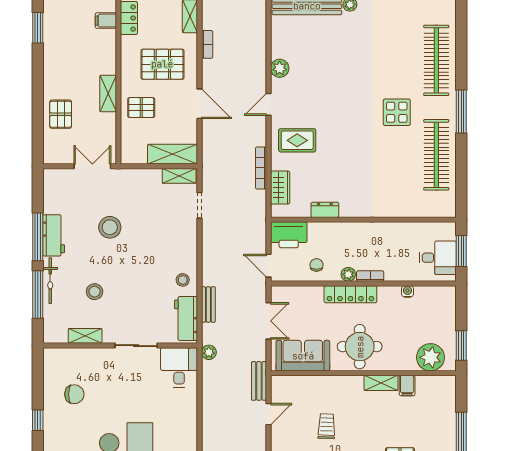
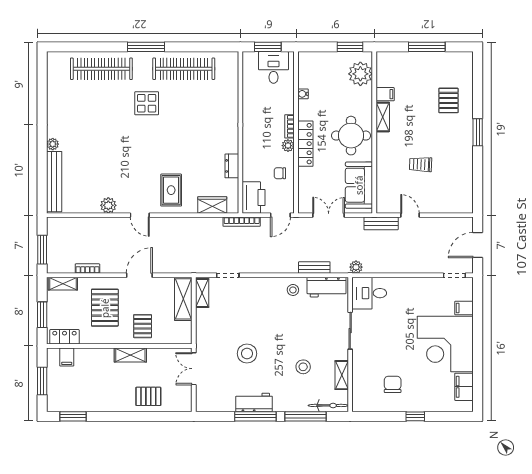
bookcase: (261, 168) -> (242, 222), moved
bicycle: (50, 281) -> (328, 405), moved

